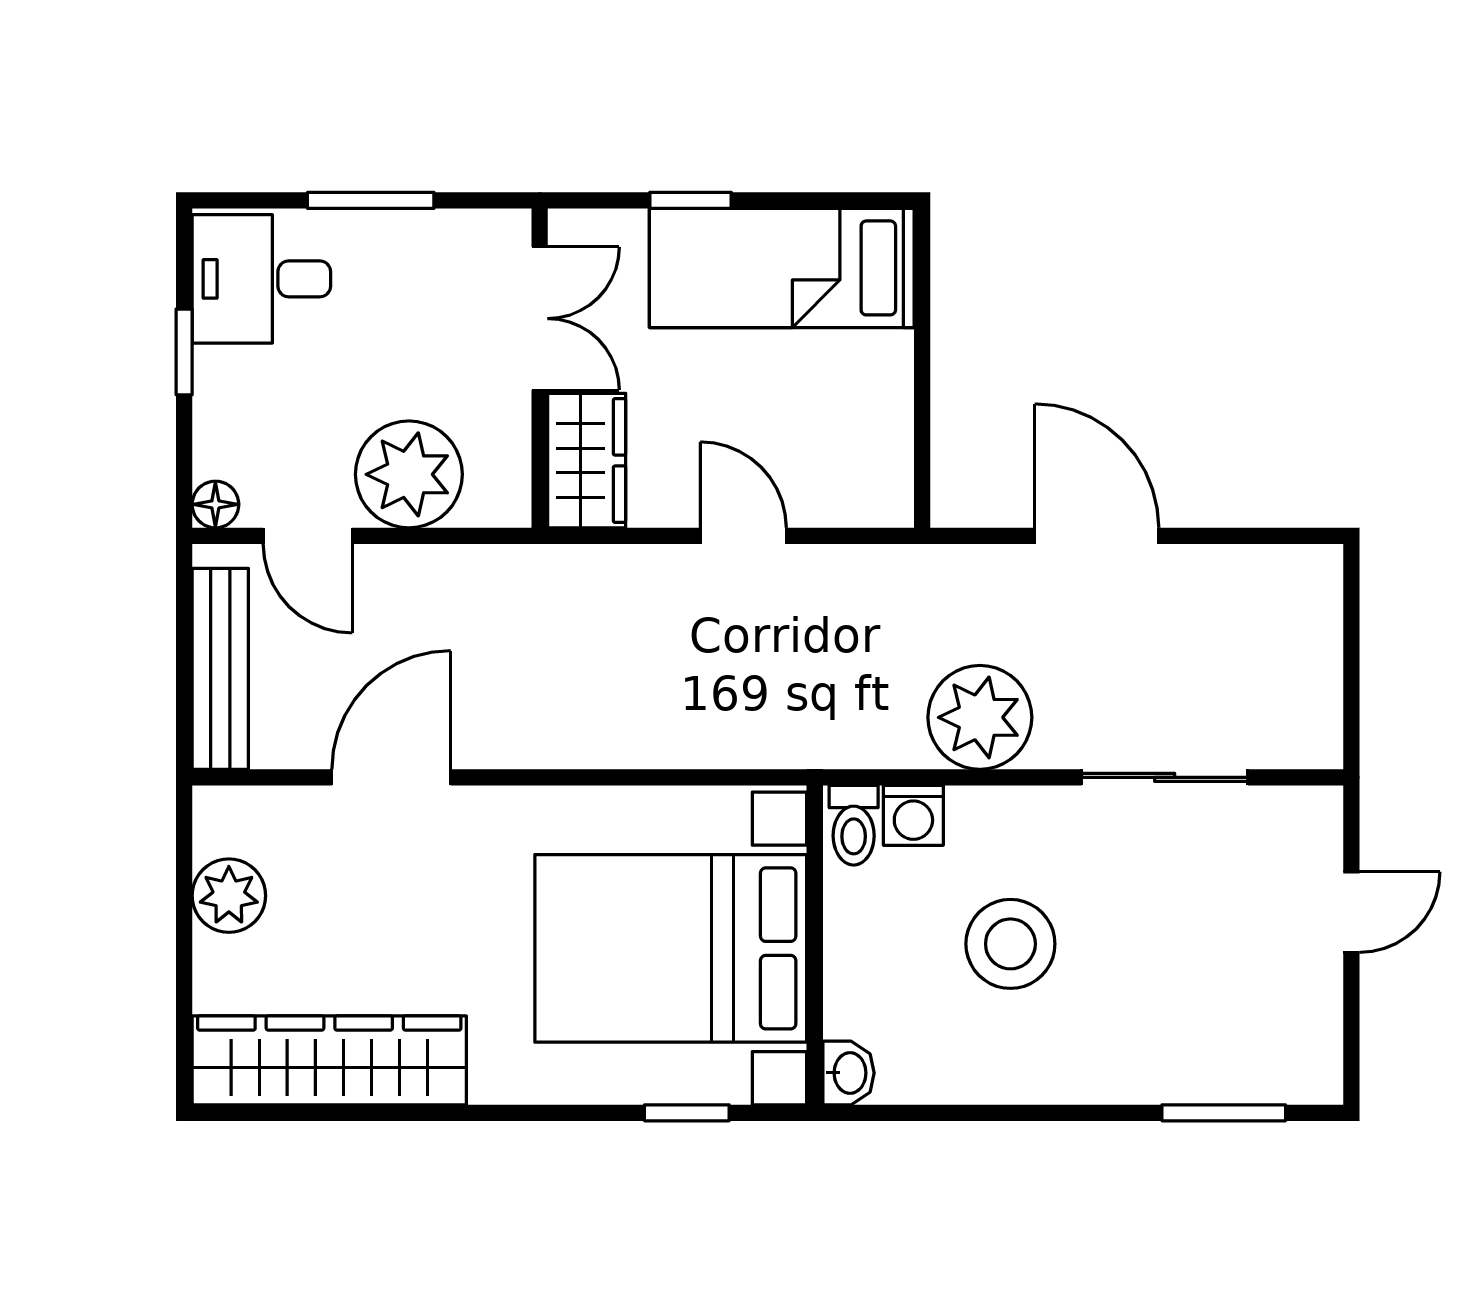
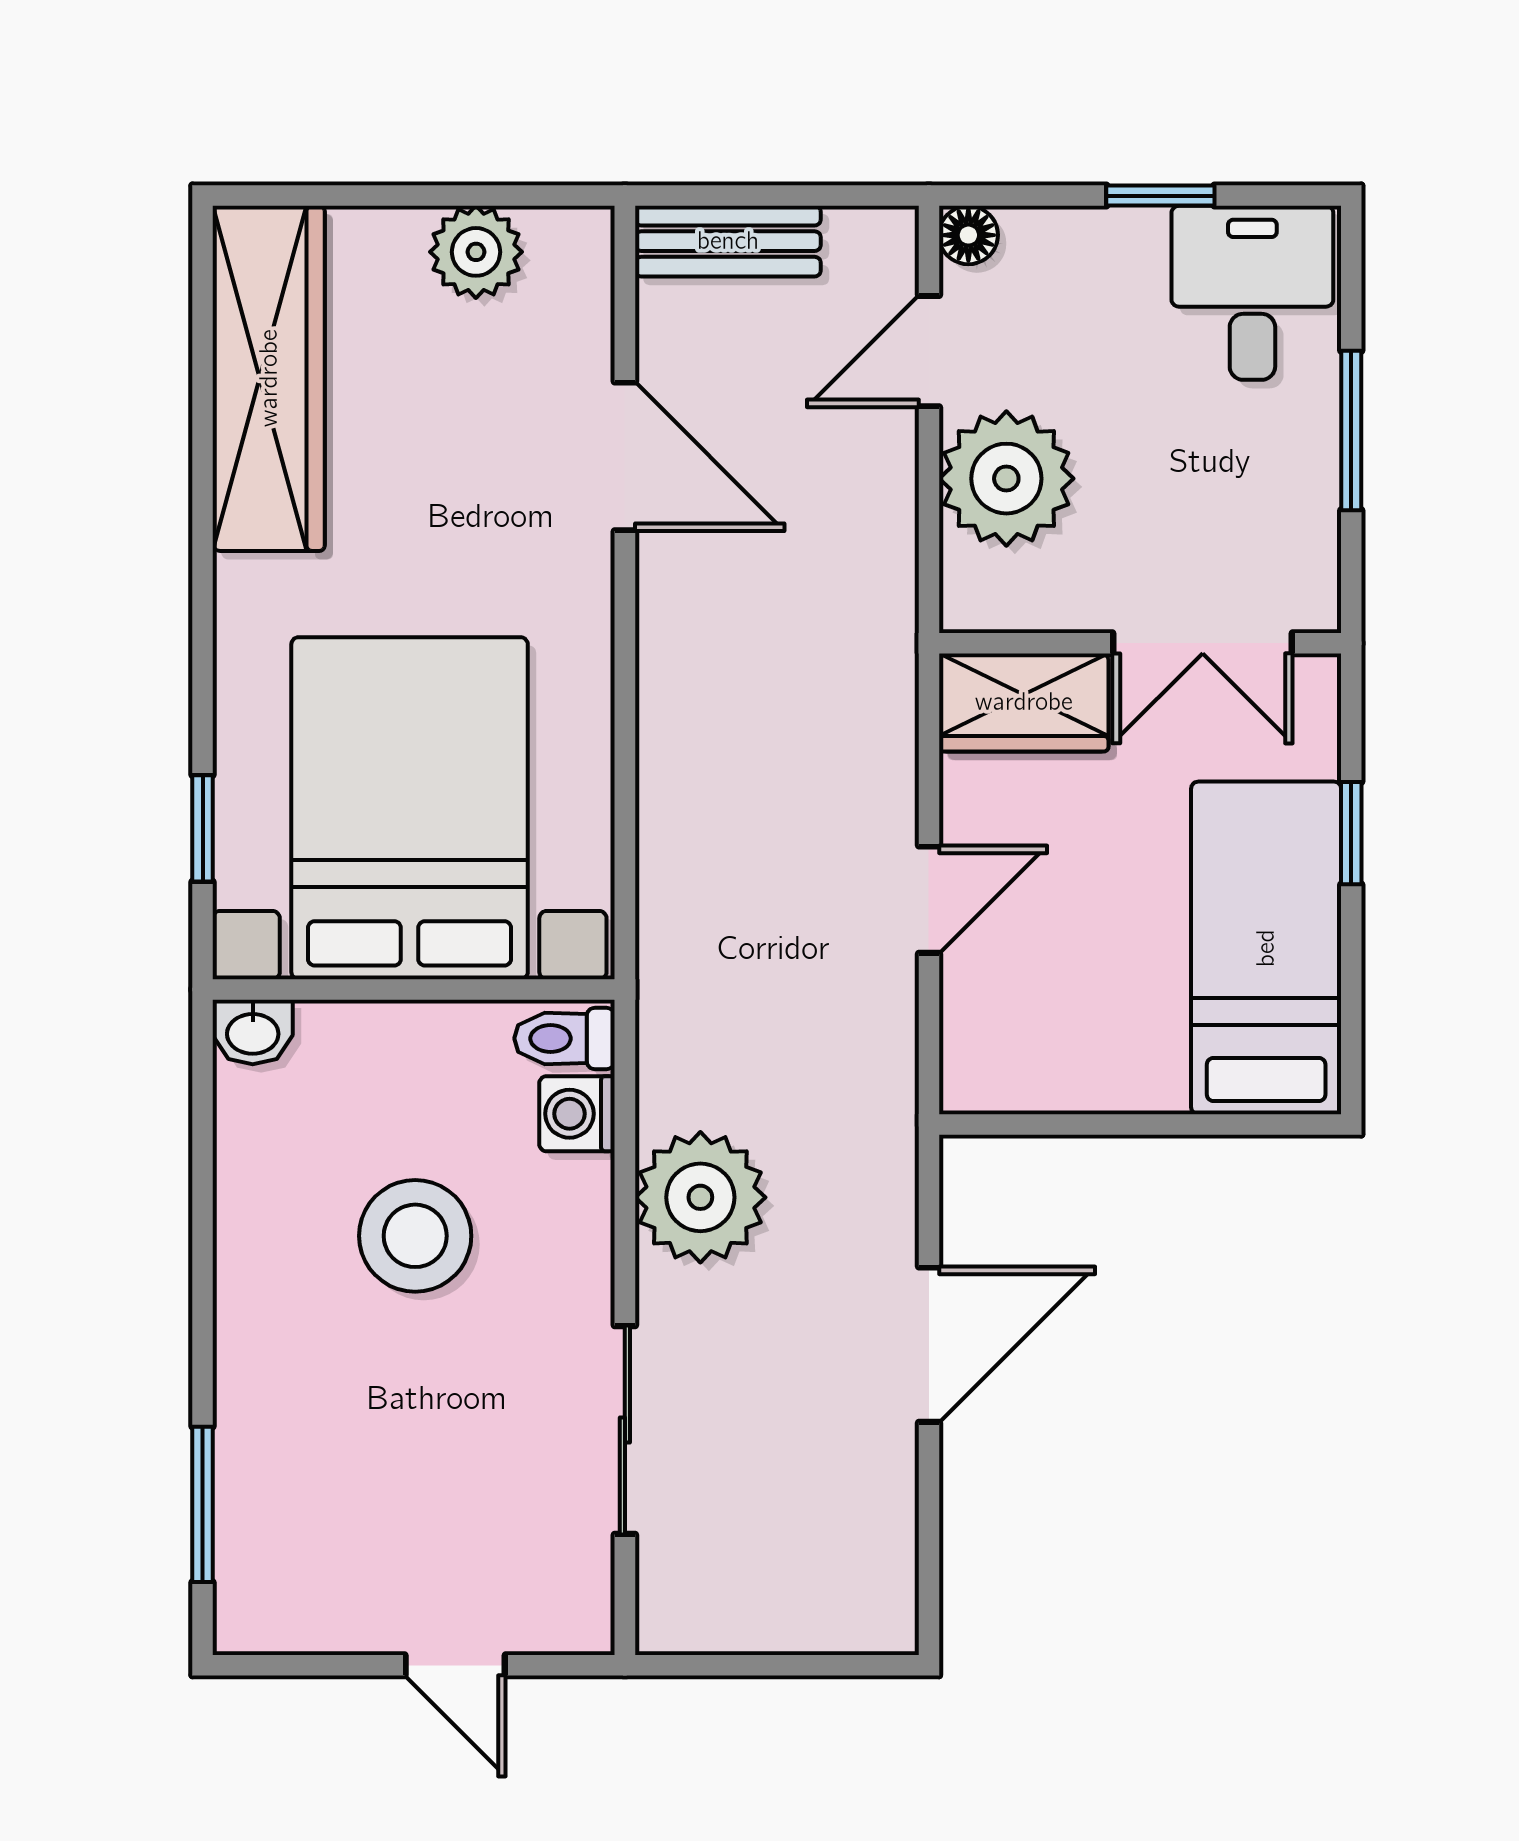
bench: (220, 669) -> (728, 241), width x0.73

